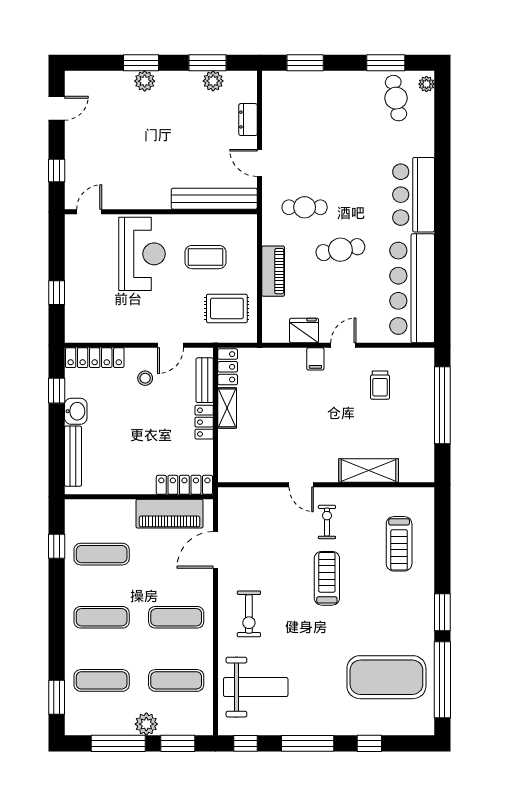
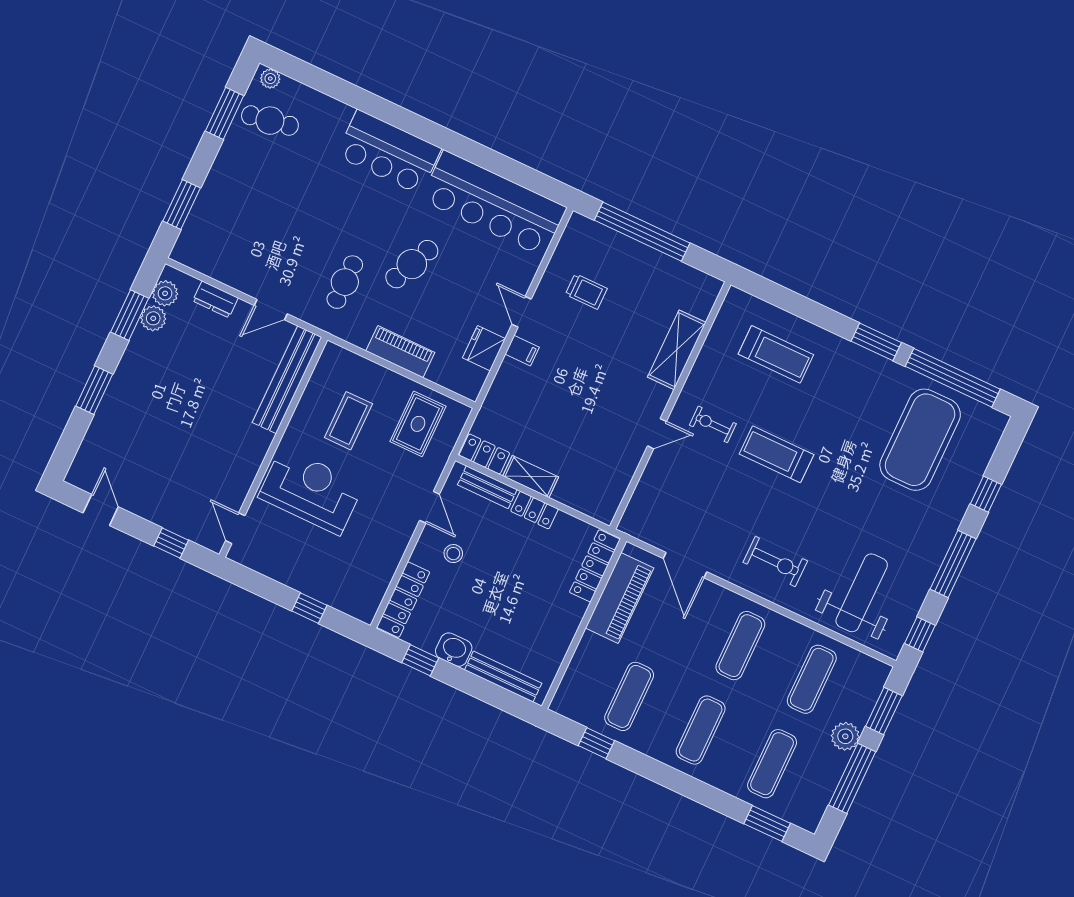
plant: (145, 81) -> (165, 293), moved
cafe table: (340, 250) -> (412, 264), turned 34

